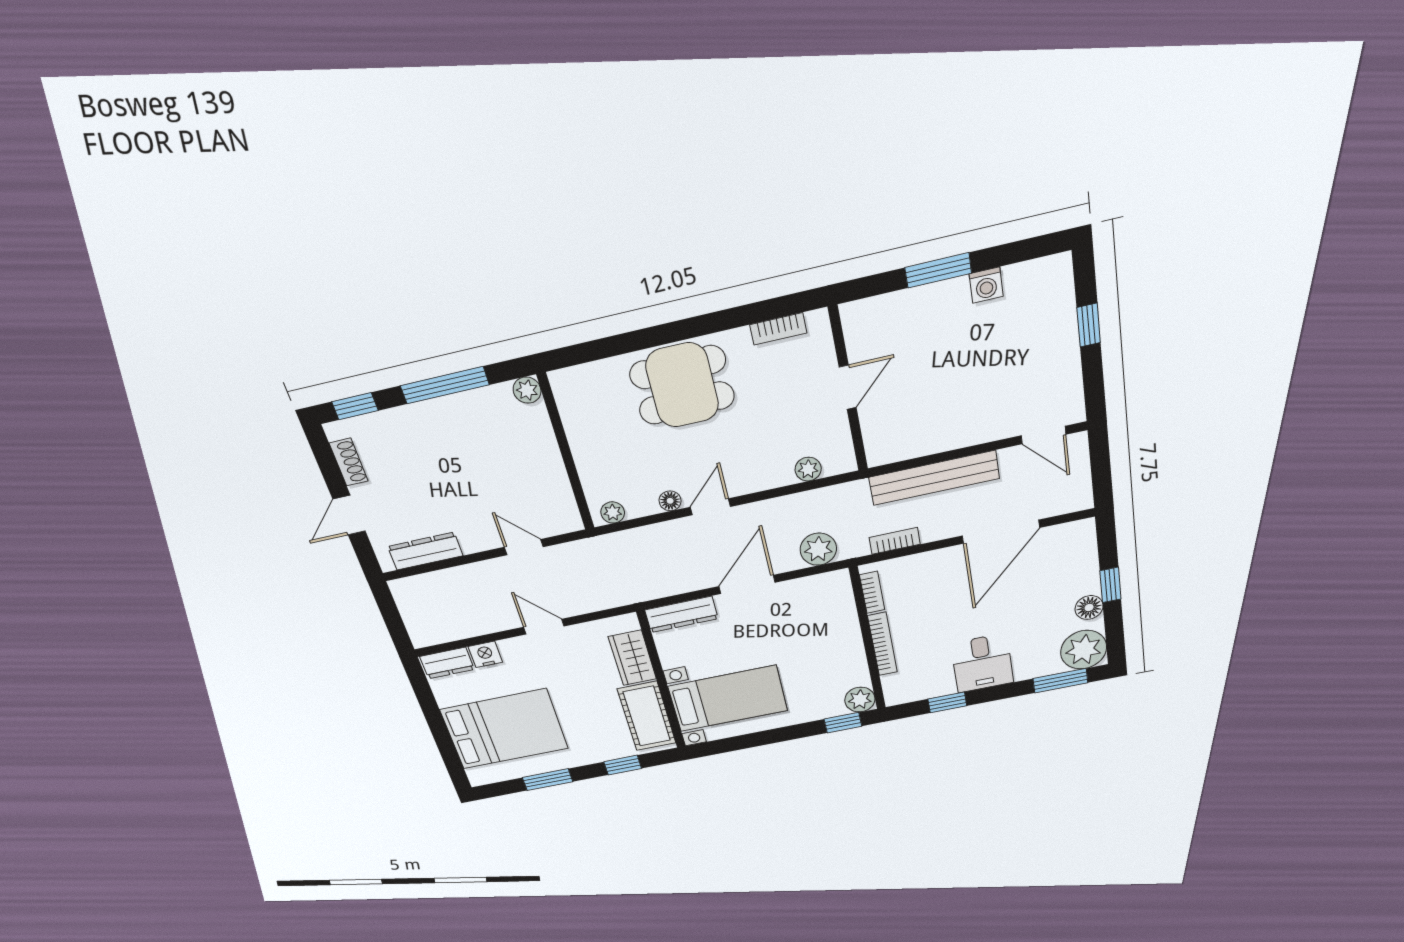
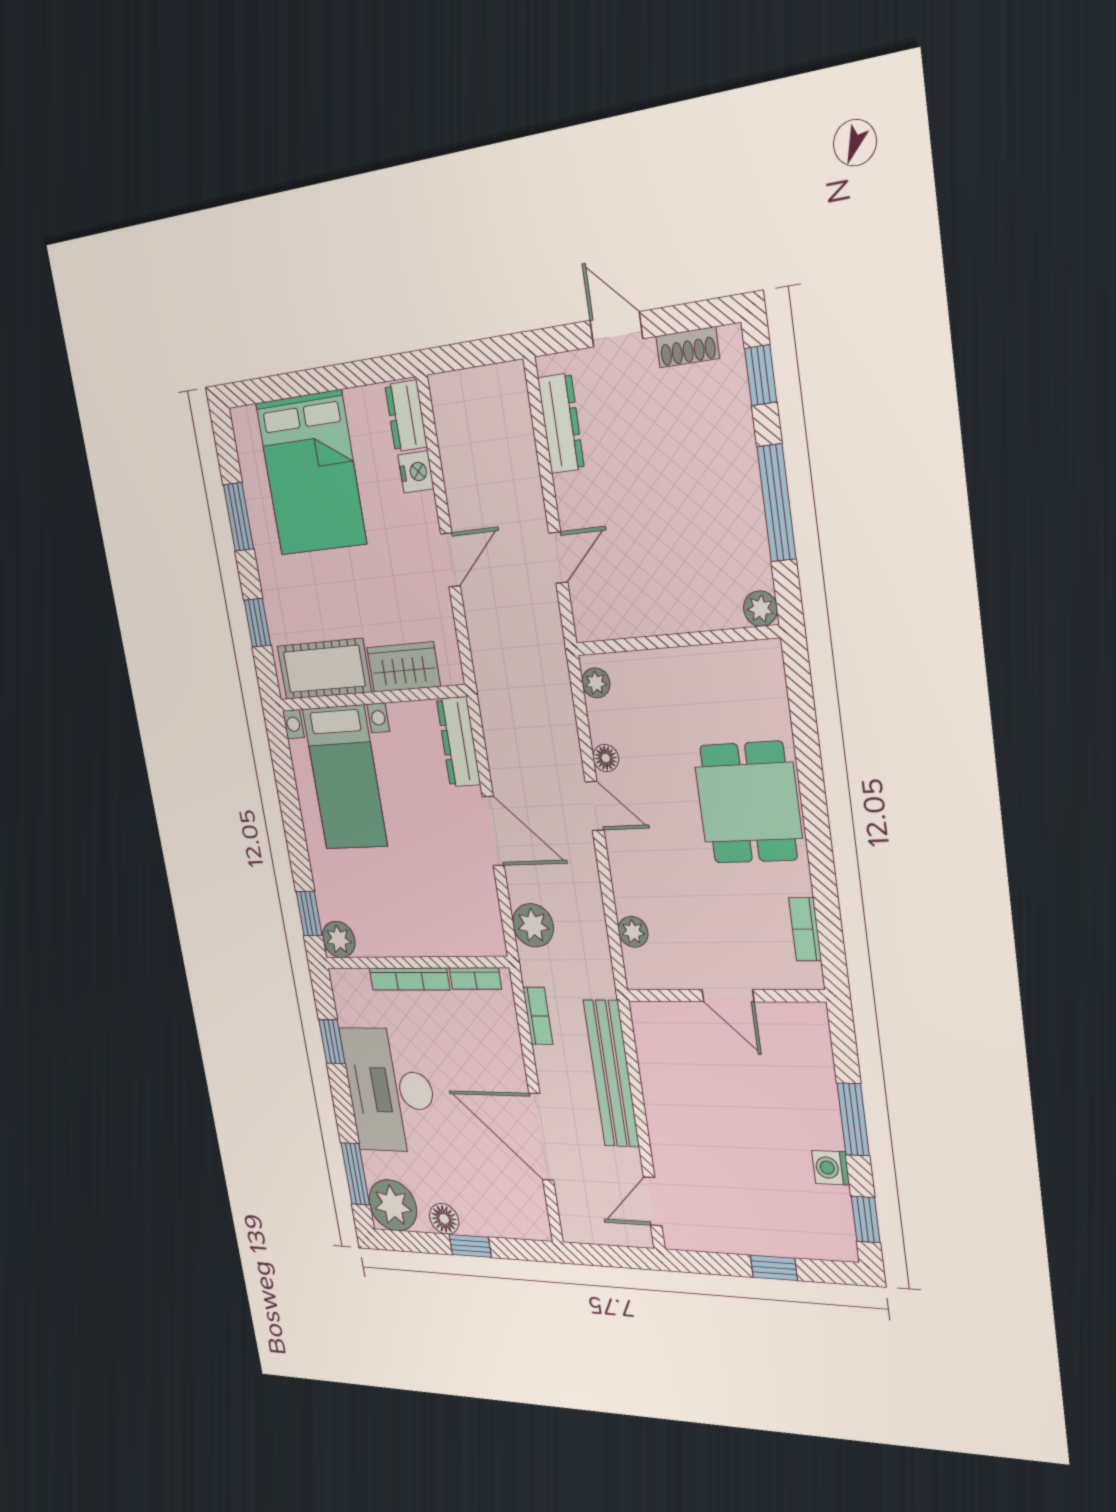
window: (1029, 249) -> (866, 1220), added
desk: (982, 663) -> (390, 1090), width x1.87, depth x1.30

